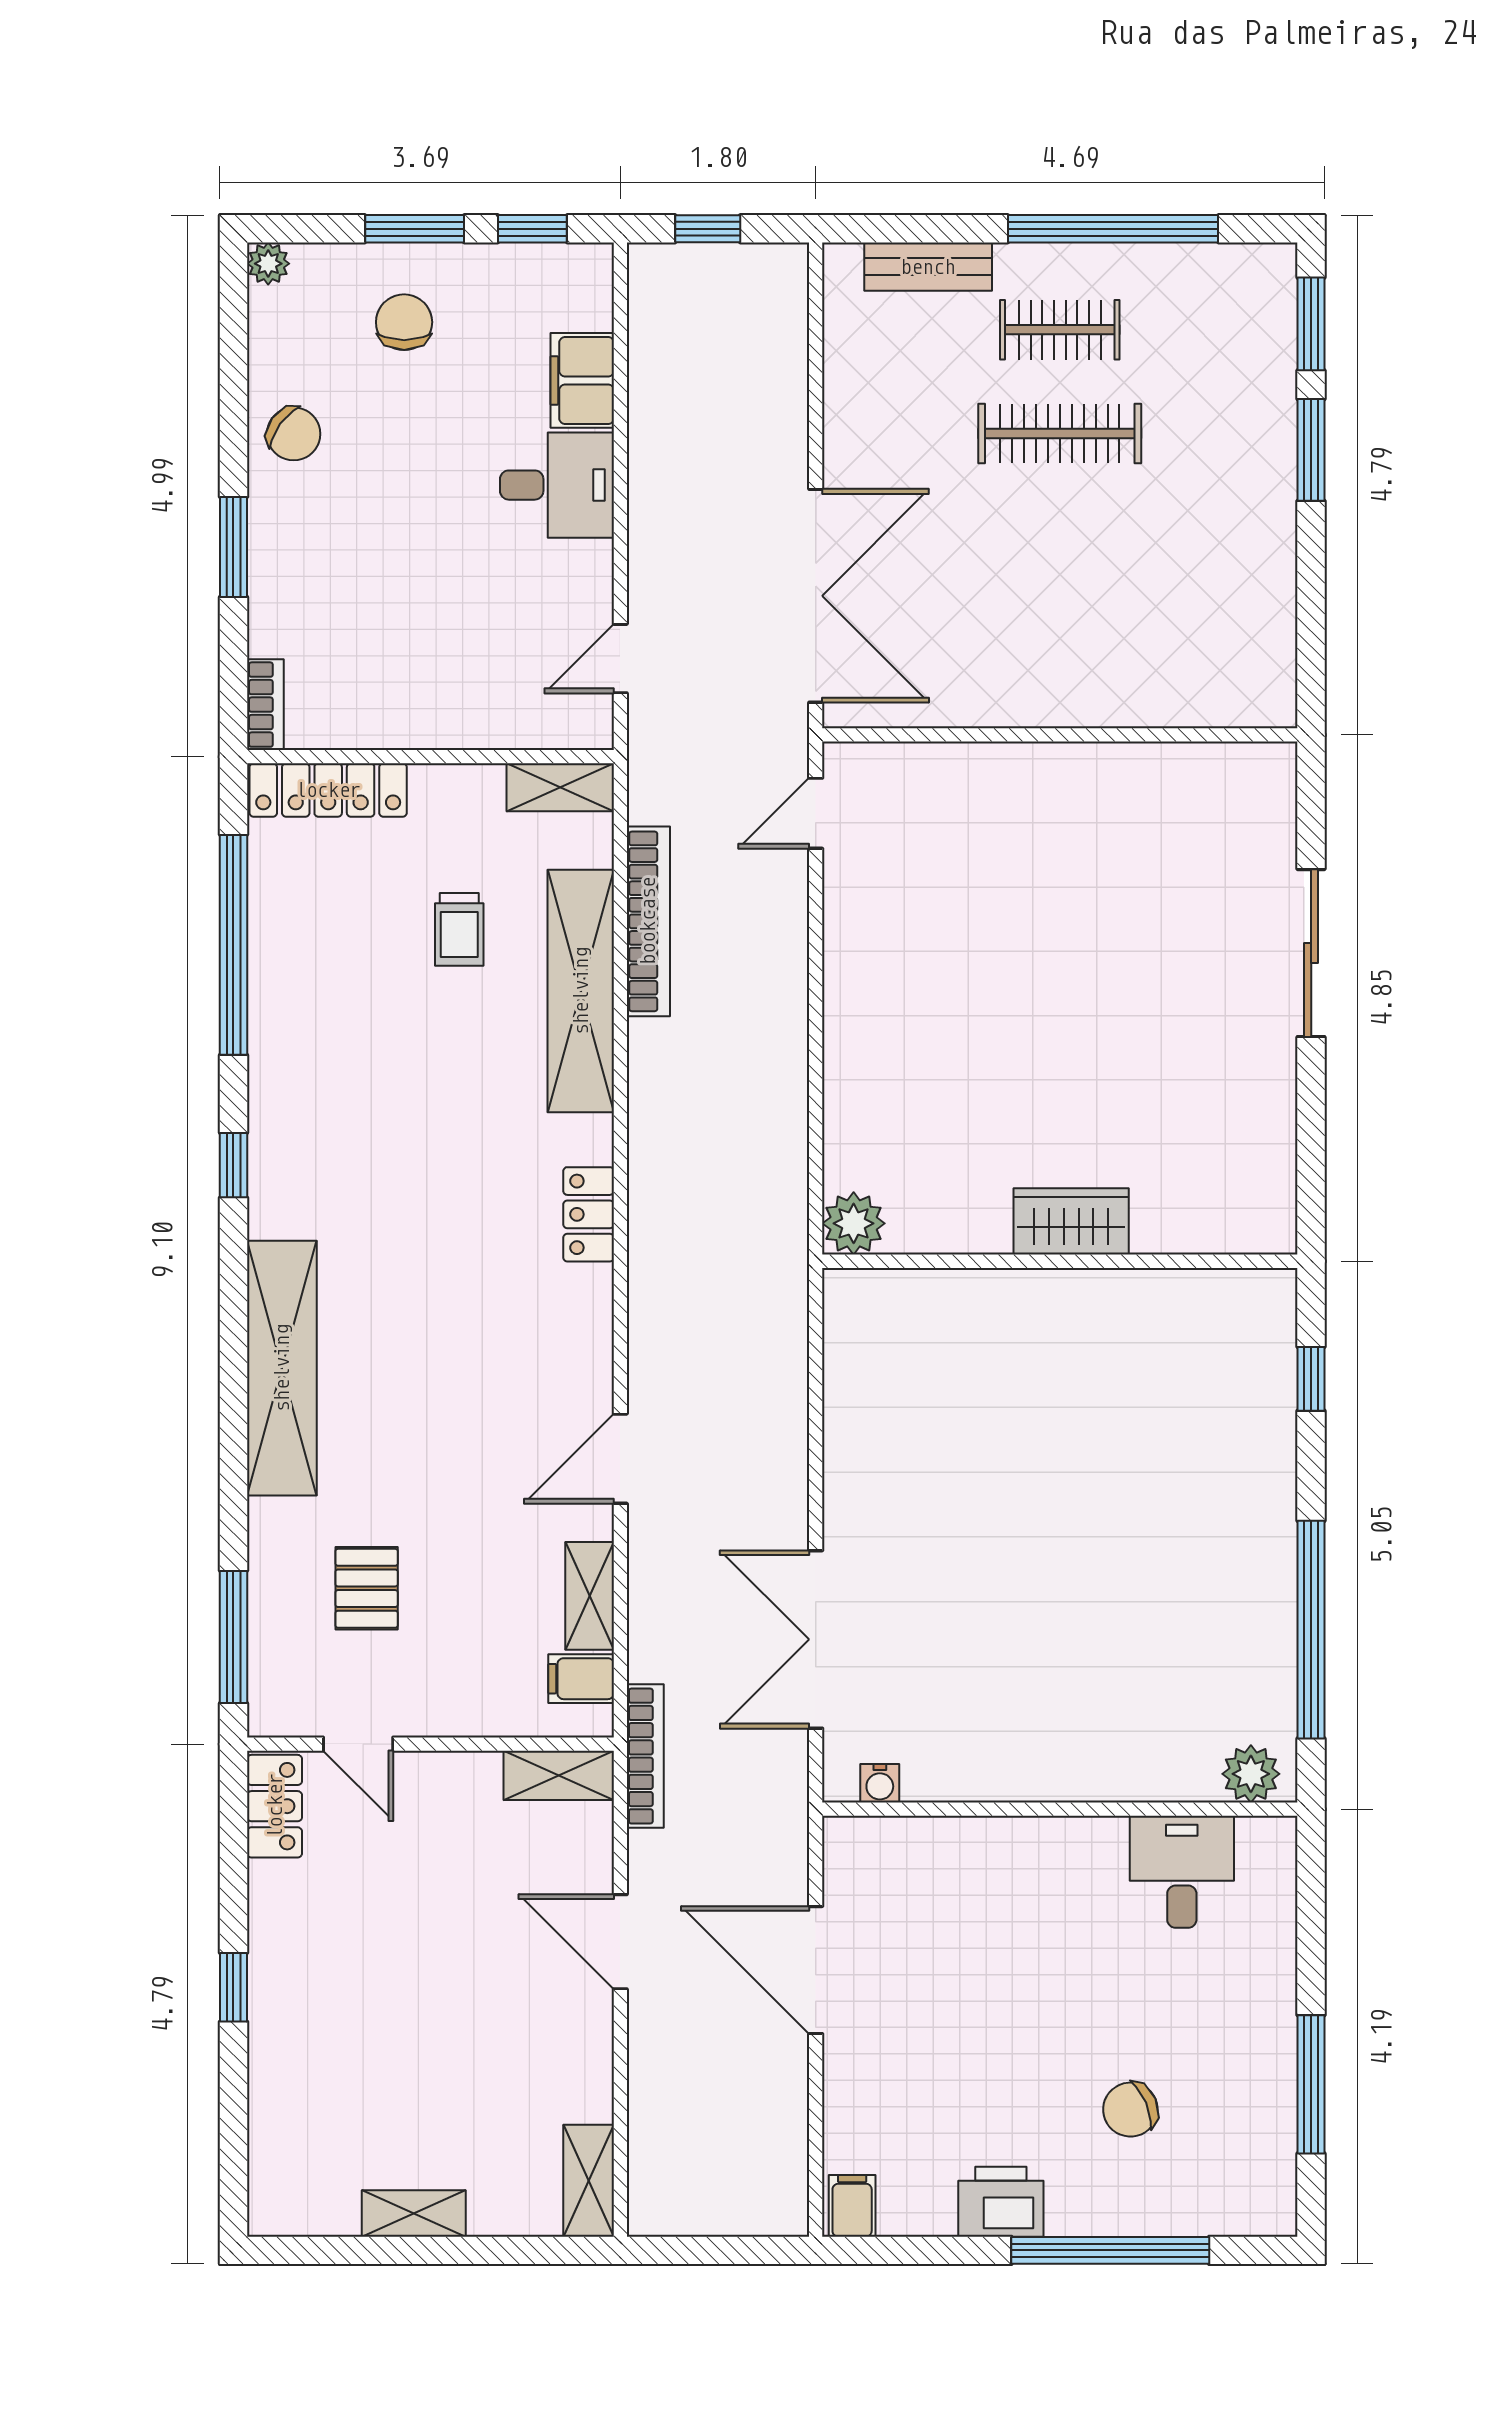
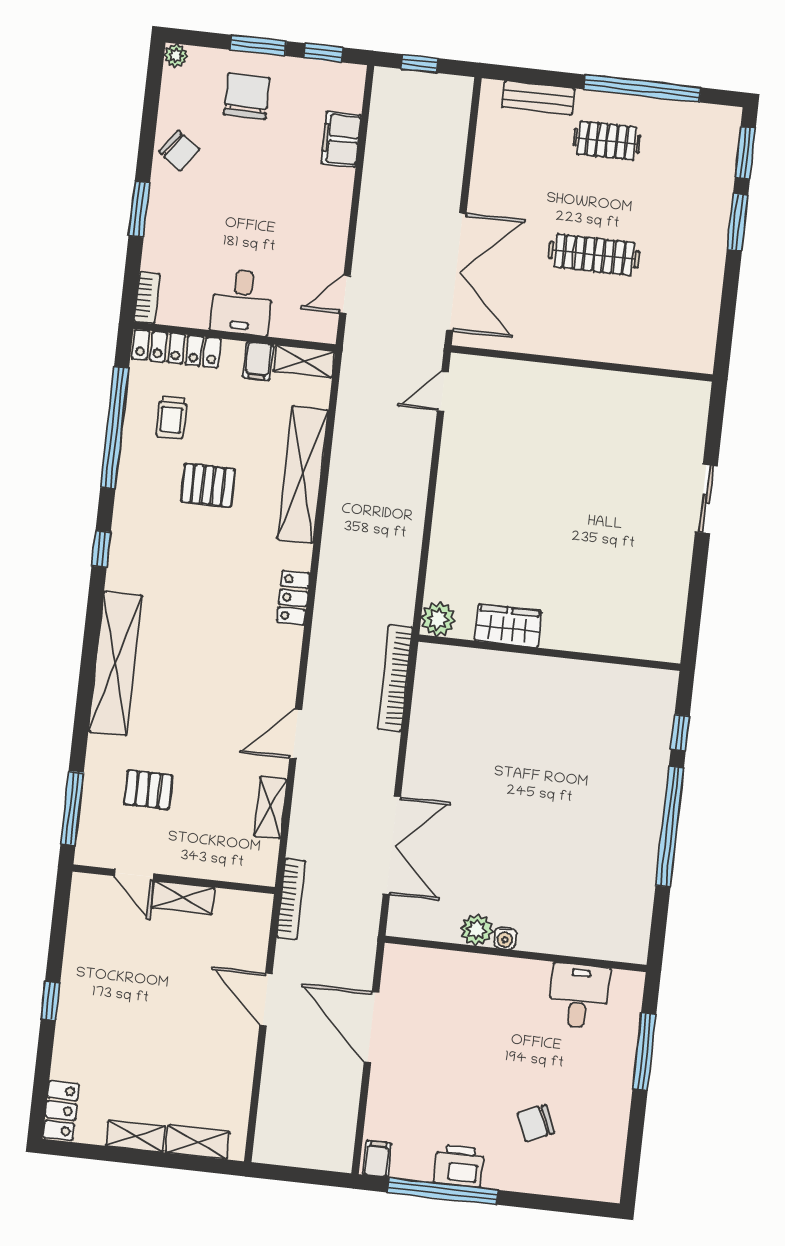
chair: (404, 322) -> (247, 96), width x1.37, depth x1.37
clothes rail: (1060, 433) -> (594, 255), moved
desk: (557, 485) -> (242, 302), moved, turned 90
bookcase: (648, 921) -> (395, 678), moved, turned 180
trolley: (459, 929) -> (171, 417), moved
sliding door: (1311, 953) -> (706, 499), width x0.73
pallet: (412, 1030) -> (208, 485), added
wardrobe: (1071, 1221) -> (508, 626), moved
pallet: (367, 1588) -> (148, 790), turned 90
window: (1311, 1630) -> (670, 826), moved
double door: (816, 1639) -> (392, 845), swing flipped
filing cabinet: (581, 1679) -> (258, 361), moved, turned -90
plant: (1251, 1774) -> (477, 930), moved
shelving: (559, 1775) -> (183, 898), moved
water cooler: (880, 1783) -> (505, 938), moved
locker: (275, 1806) -> (61, 1111), moved
window: (1311, 2084) -> (644, 1051), moved
shelving: (589, 2181) -> (197, 1142), moved, turned 90
window: (1110, 2250) -> (443, 1191), moved

